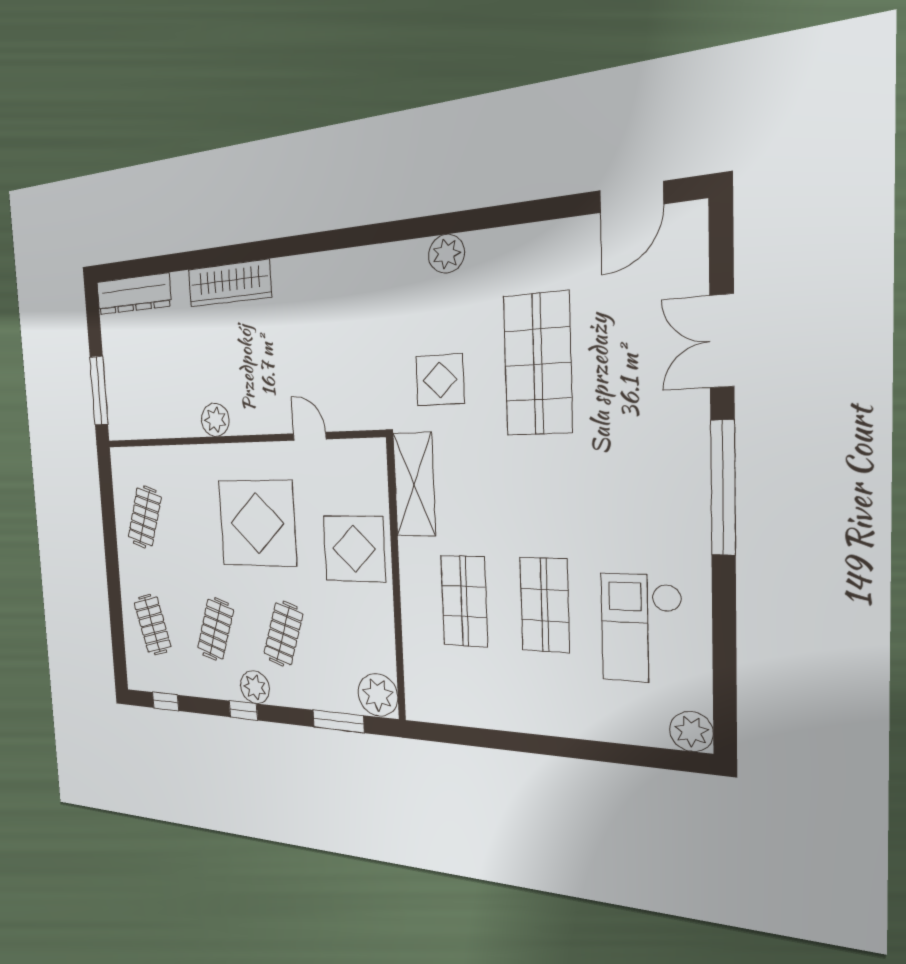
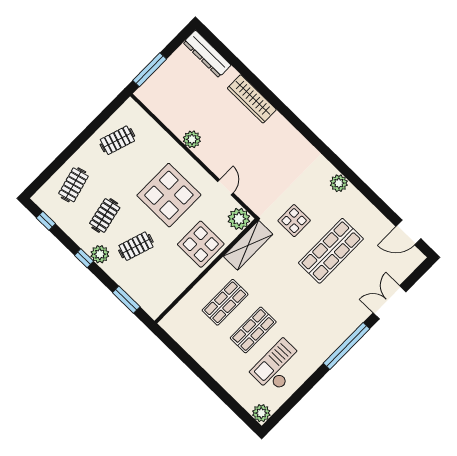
clothes rail: (215, 629) -> (105, 215), turned -30
plant: (378, 695) -> (239, 219), moved

